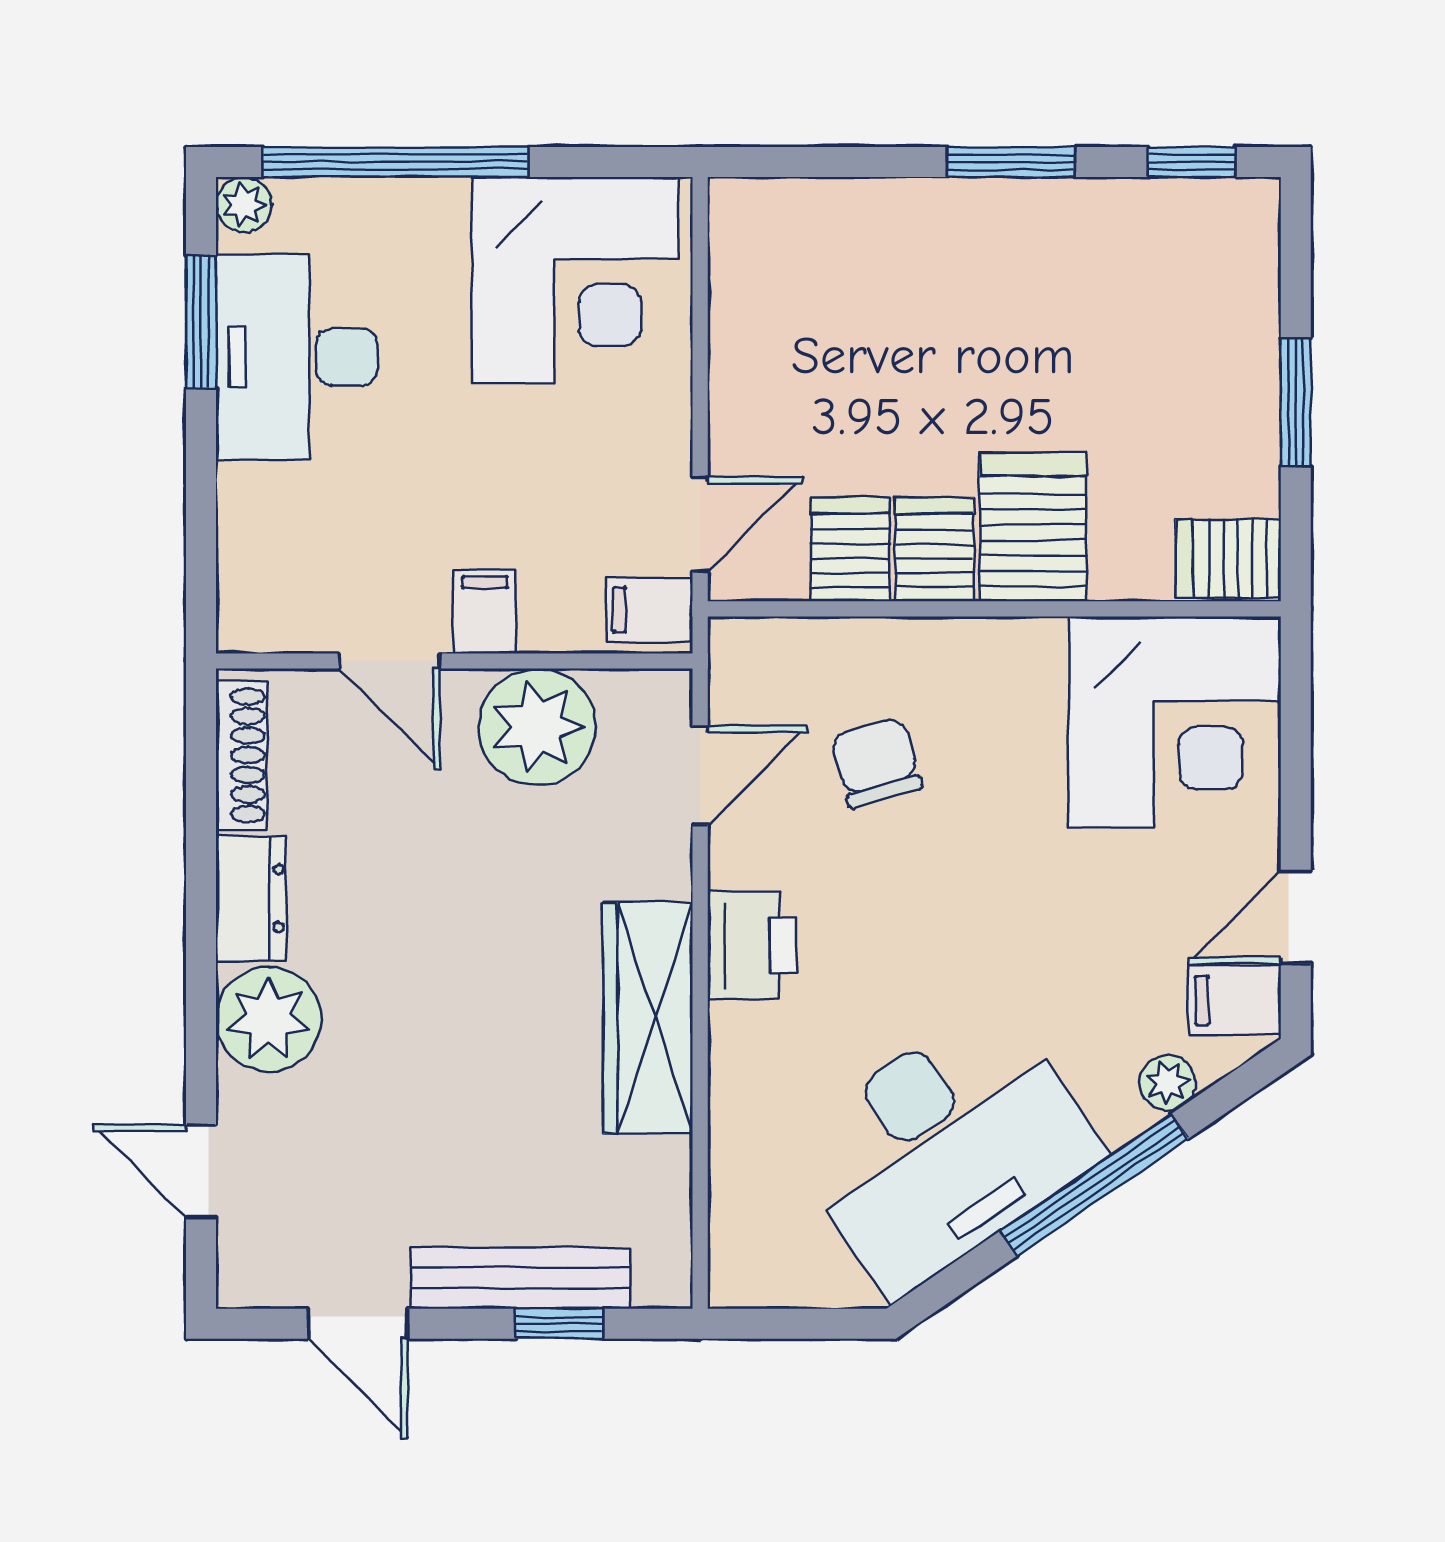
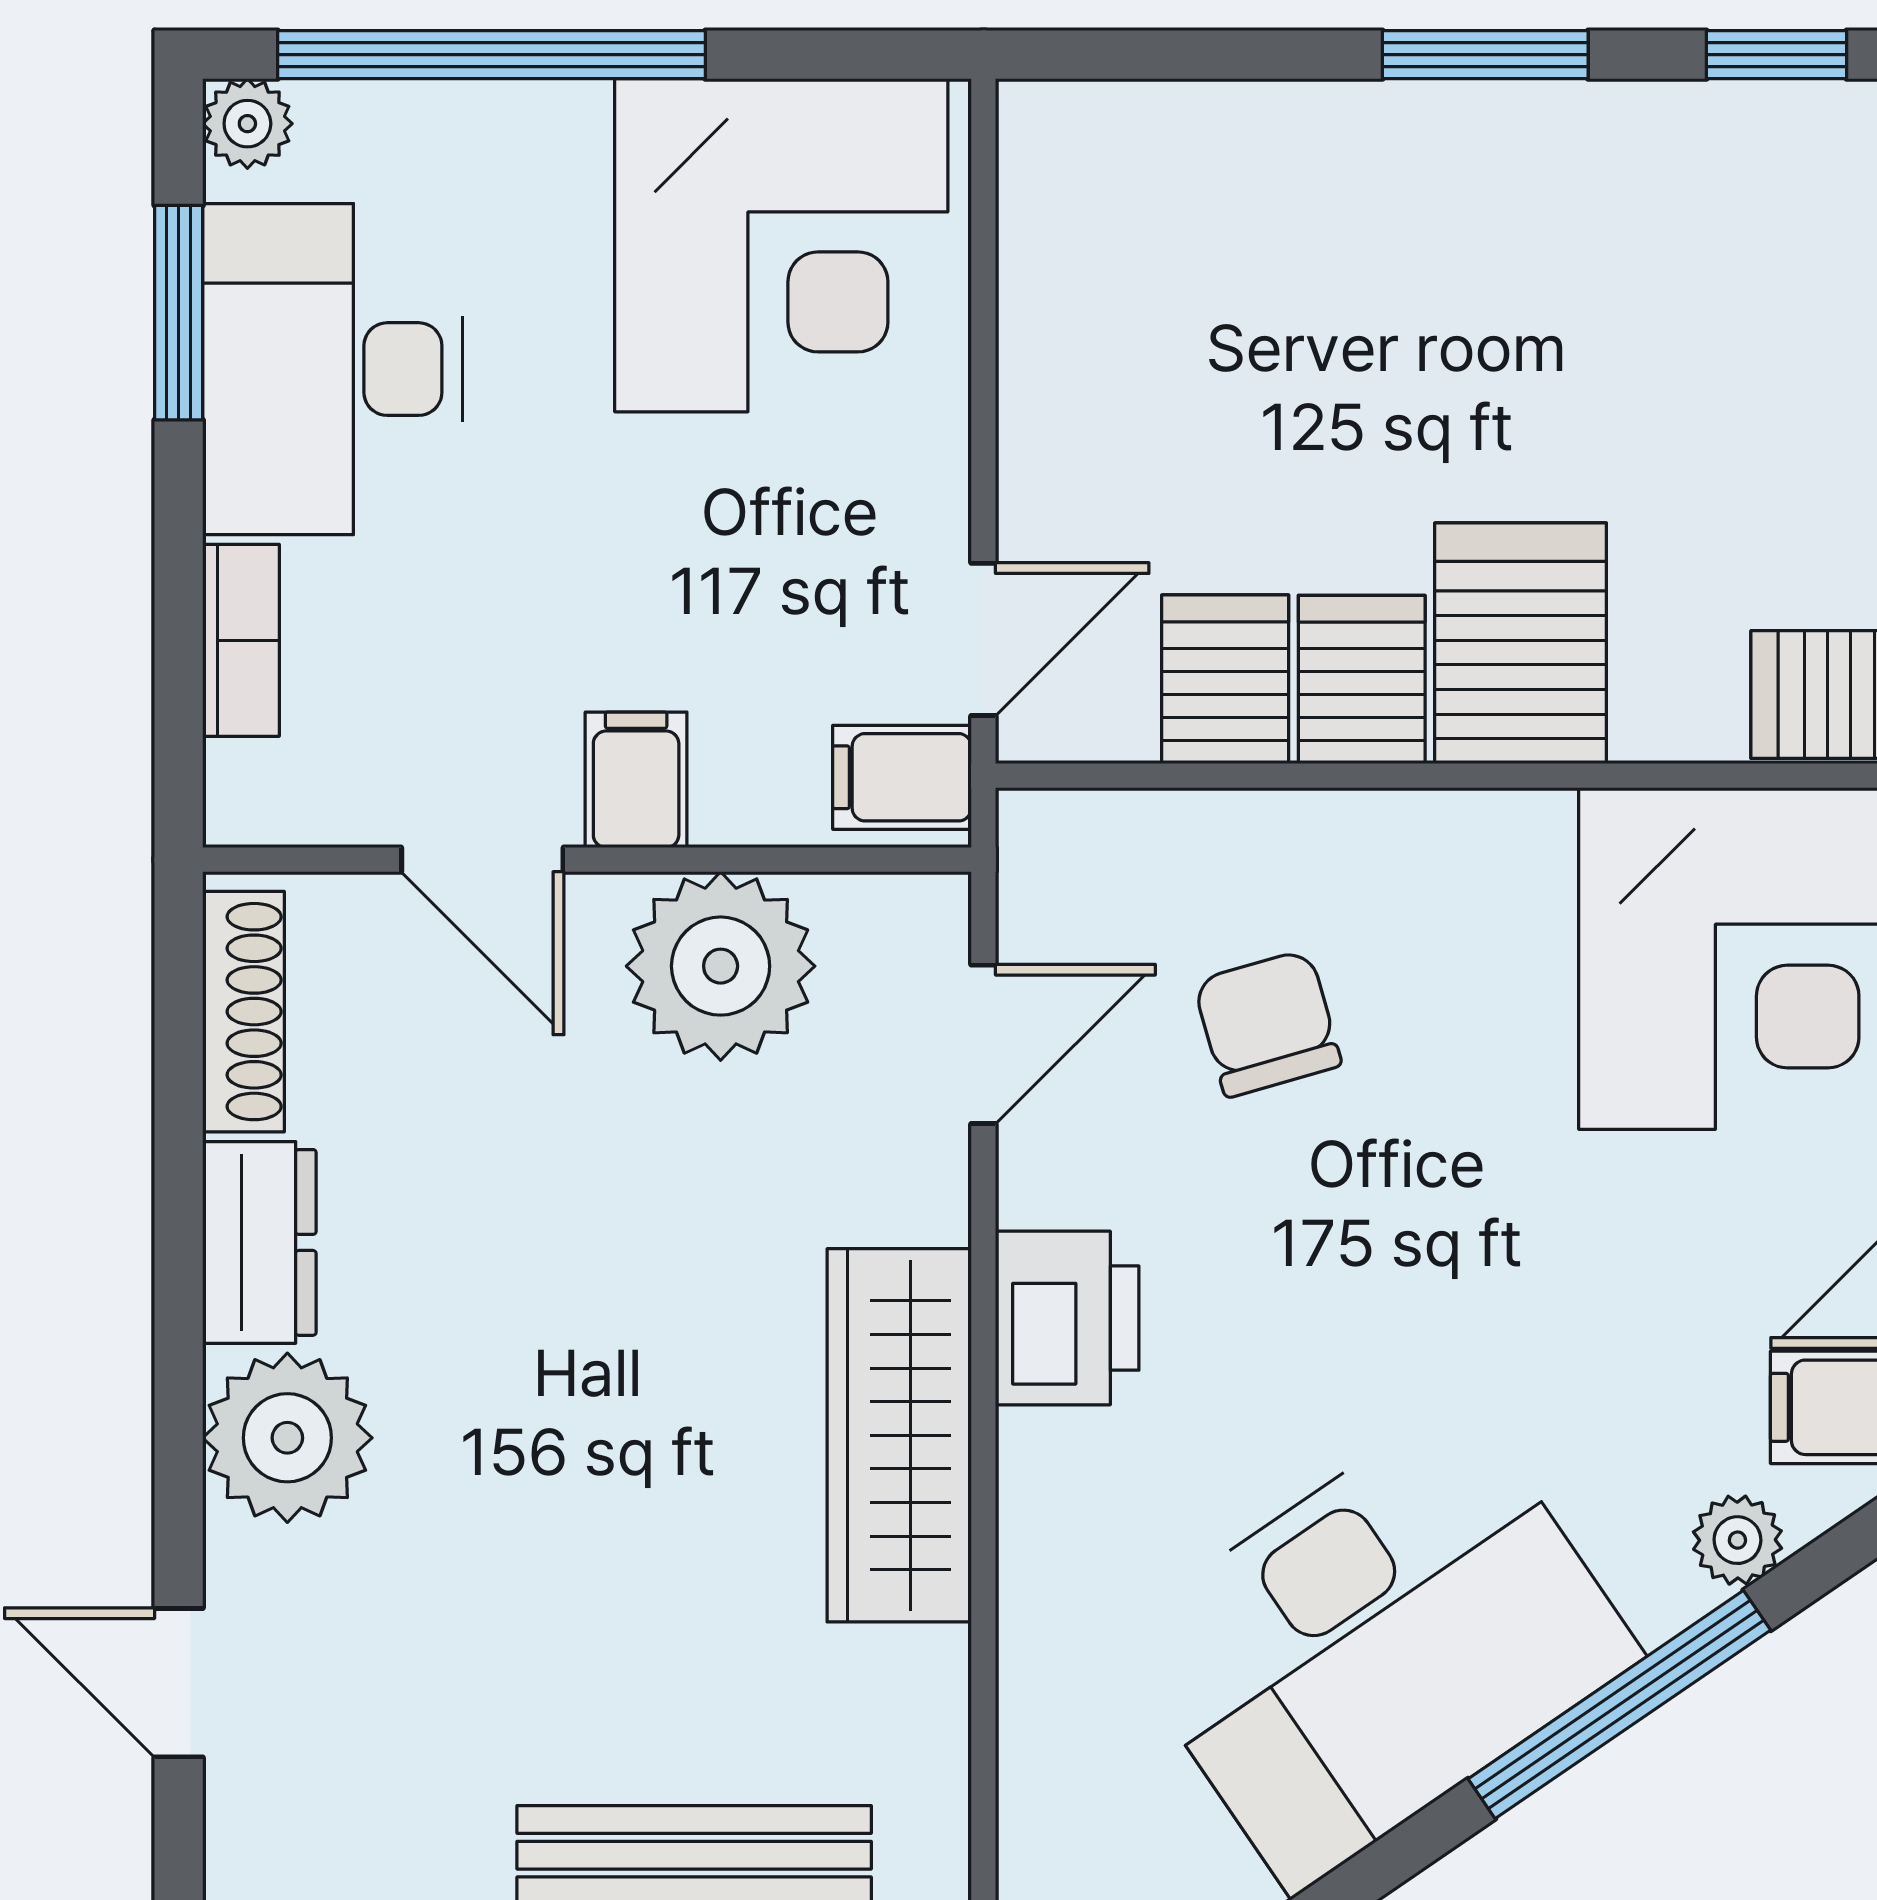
bookcase: (240, 525) -> (241, 640), added

